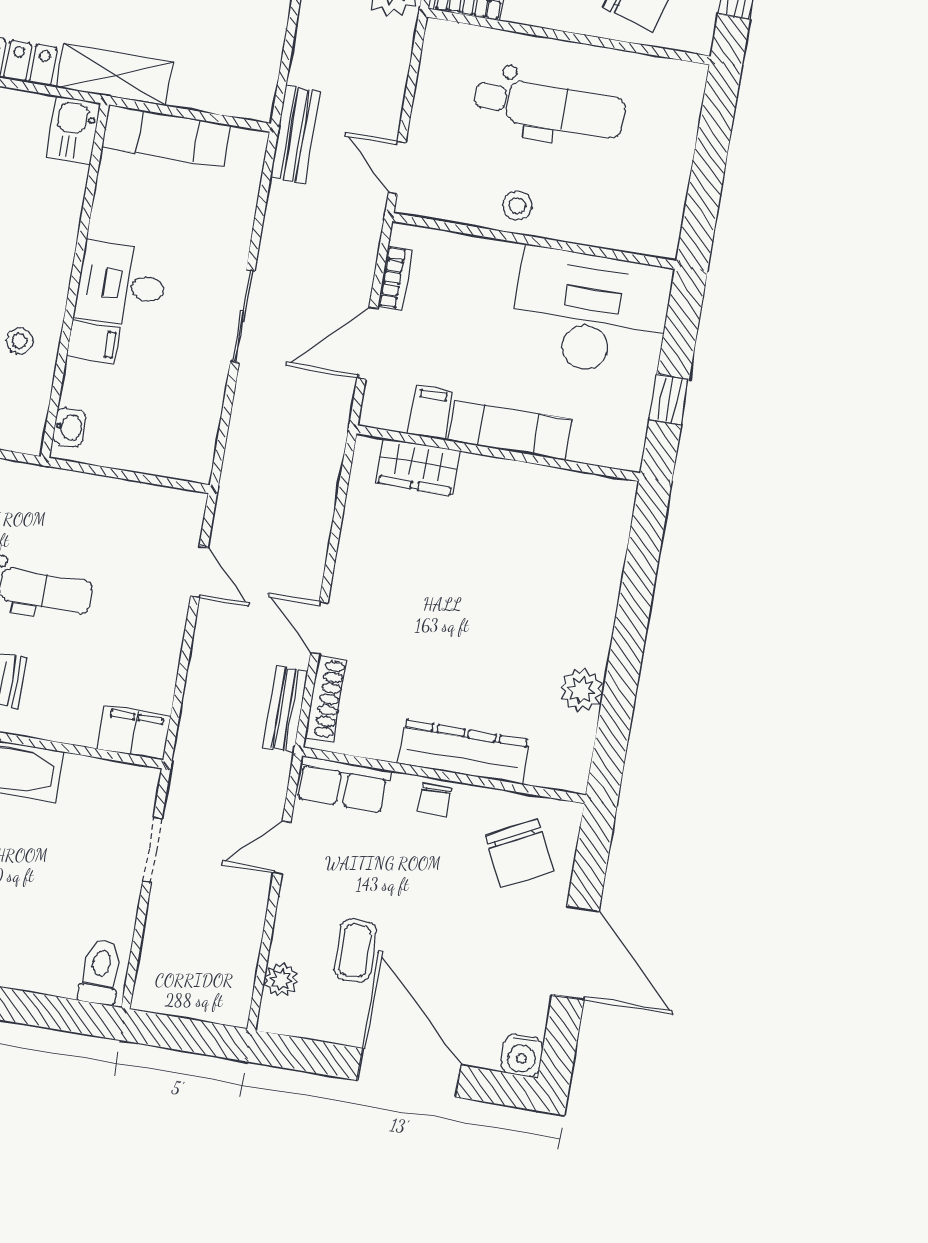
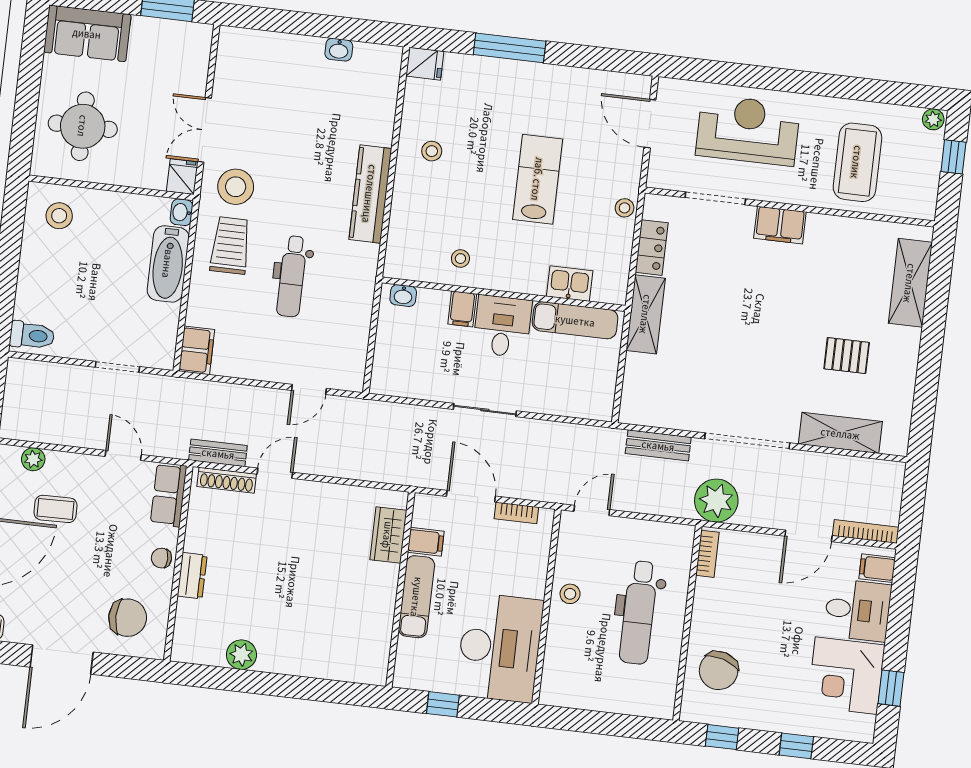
kitchen sink: (73, 130) -> (570, 284), moved
bench: (295, 135) -> (658, 445), moved
exam couch: (166, 136) -> (575, 320), moved, turned -90
dresser: (463, 752) -> (192, 576), width x0.51, depth x0.80
chair: (519, 853) -> (128, 618), turned -153

